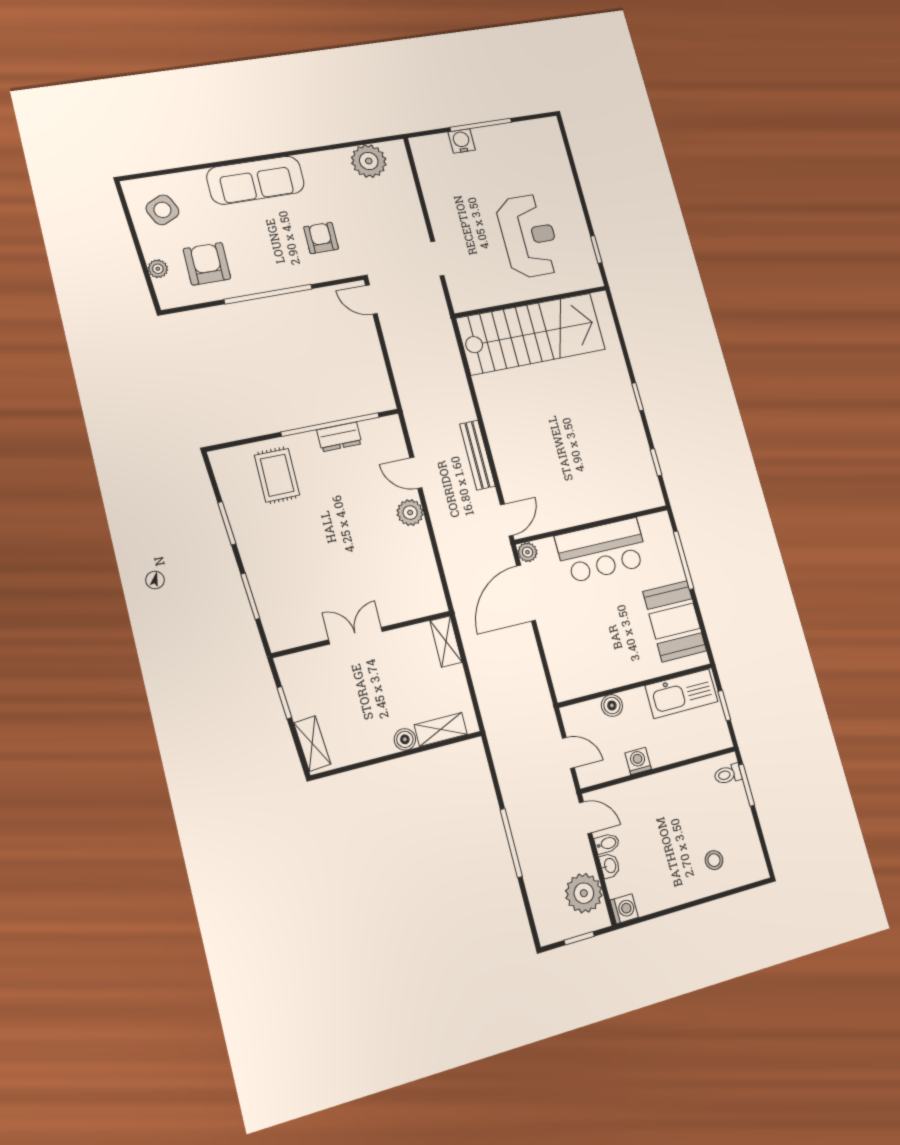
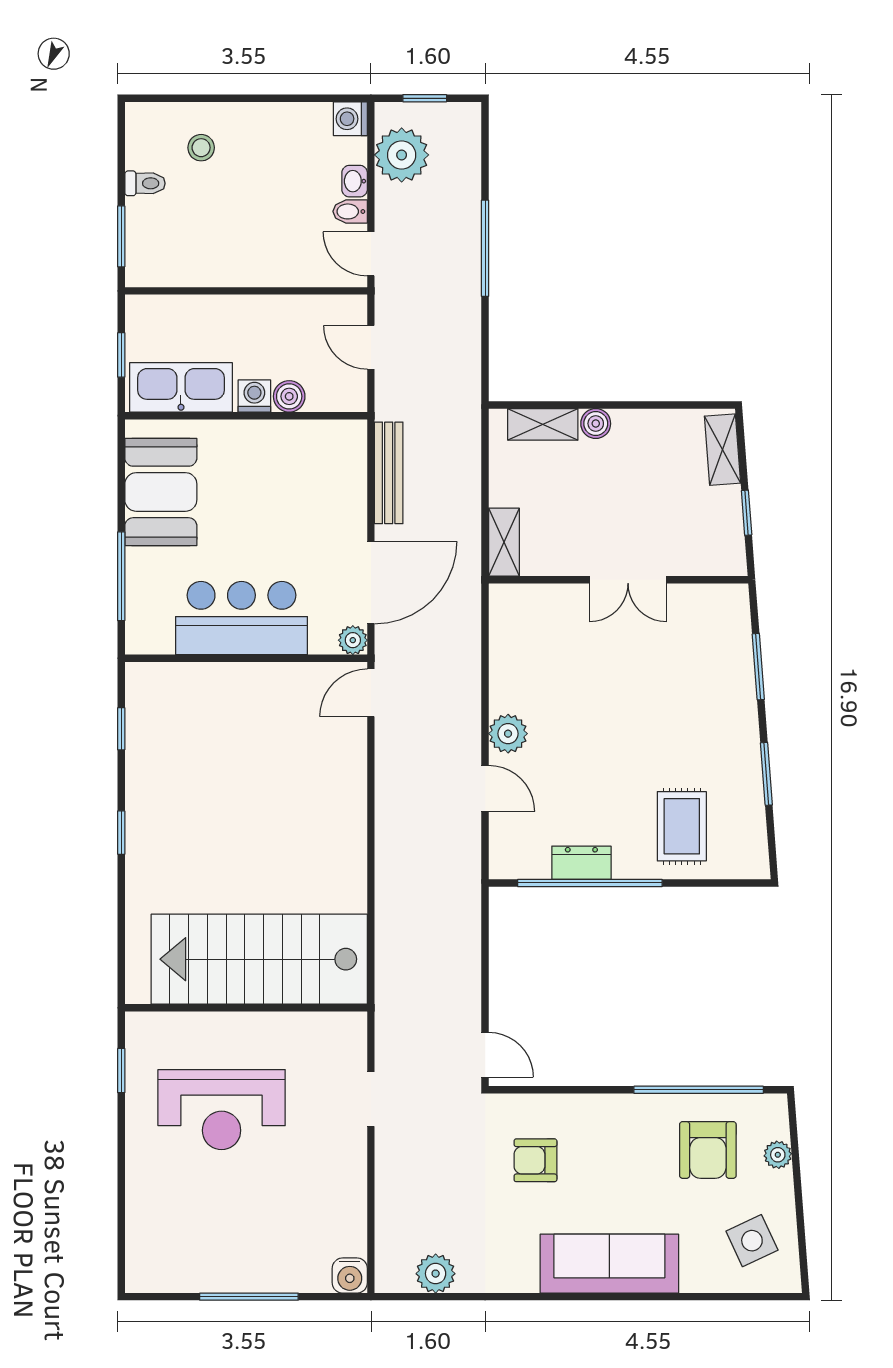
water cooler: (462, 141) -> (350, 1276), moved
plant: (369, 161) -> (436, 1274), width x0.73, depth x0.73
reception desk: (529, 236) -> (222, 1110), turned -90
armchair: (321, 238) -> (535, 1160), turned 90
window: (268, 294) -> (699, 1090), moved
bench: (477, 455) -> (389, 473), moved
washing machine: (638, 761) -> (254, 396), moved, turned 180
toilet: (728, 774) -> (145, 183), moved

